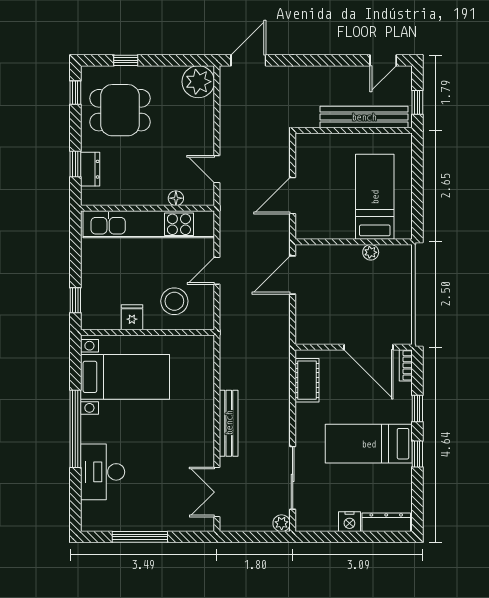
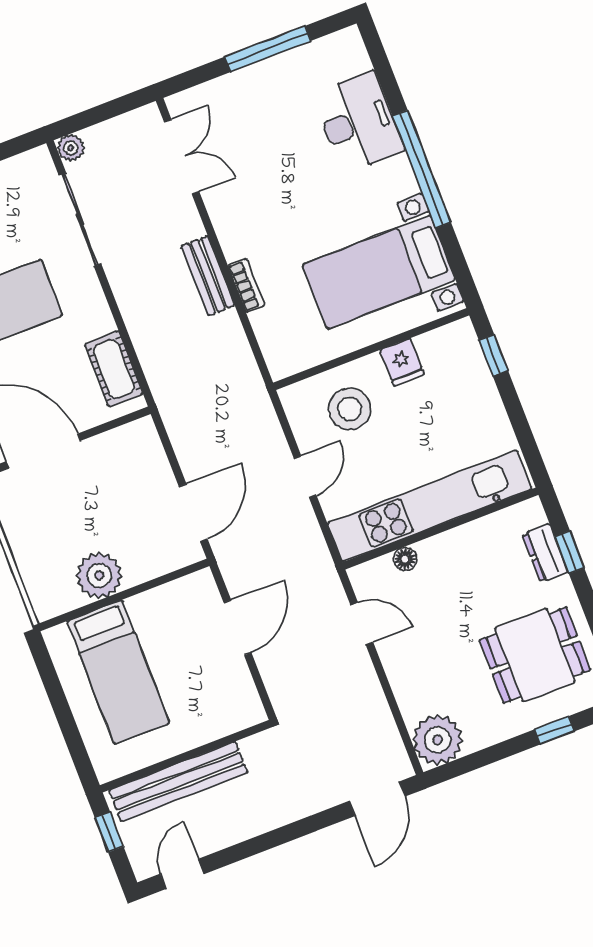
plant: (371, 252) -> (99, 576), width x1.88, depth x1.88
bookcase: (208, 400) -> (246, 285), added
bench: (229, 423) -> (208, 276), width x0.73

